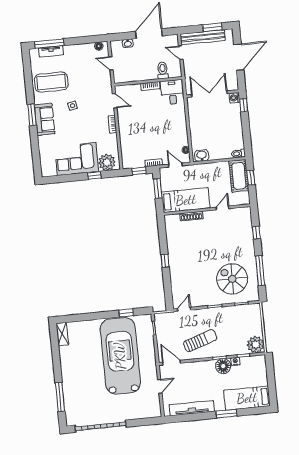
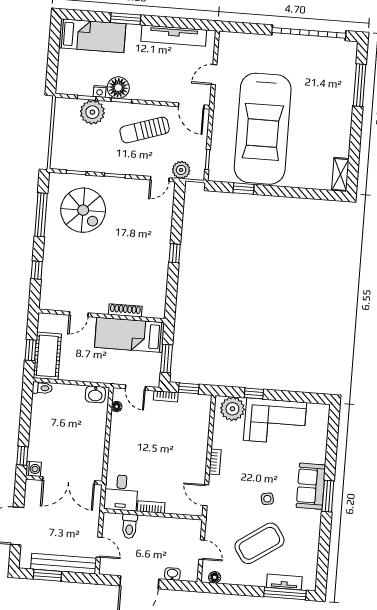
coffee table: (51, 82) -> (259, 543), moved, turned -34
plant: (171, 318) -> (181, 170), added
plant: (256, 345) -> (92, 112), moved

